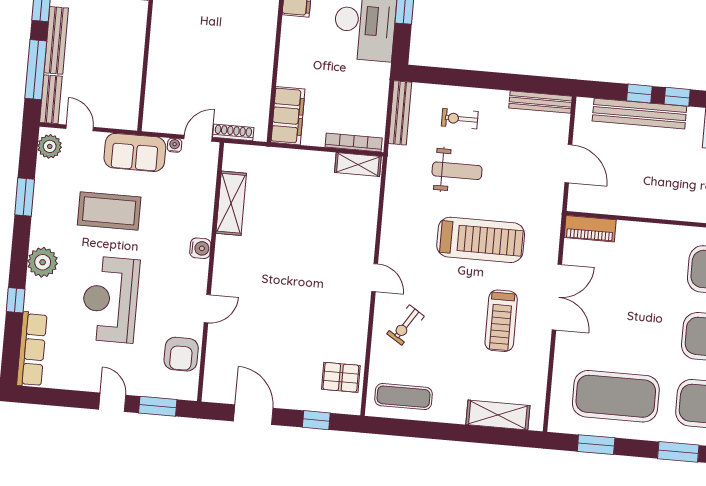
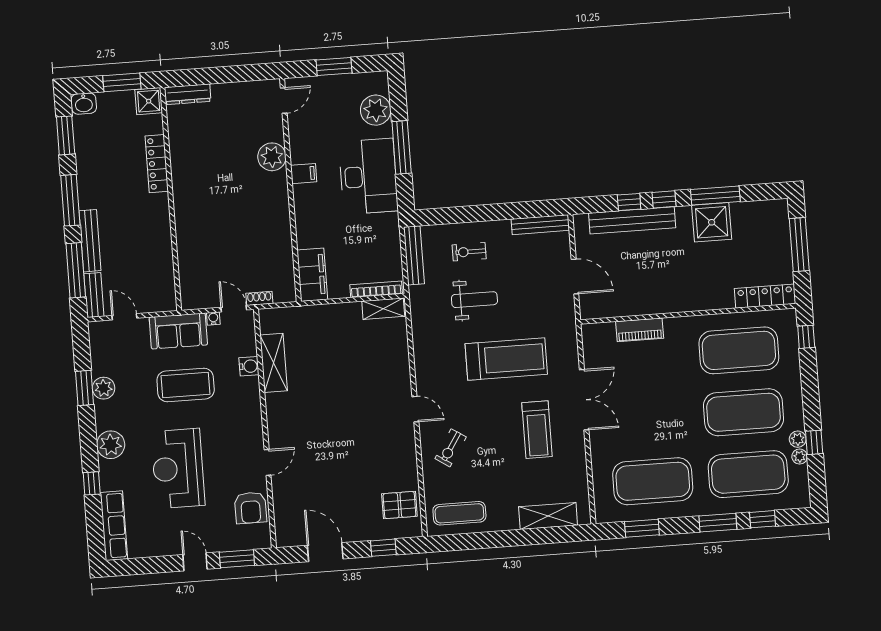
shoe rack: (233, 132) -> (259, 298), width x0.70
door: (198, 138) -> (234, 309), hinge flipped
plant: (50, 146) -> (104, 388), moved
coffee table: (109, 211) -> (186, 385), moved
piano: (590, 229) -> (640, 330), moved
water cooler: (200, 248) -> (249, 366), moved

